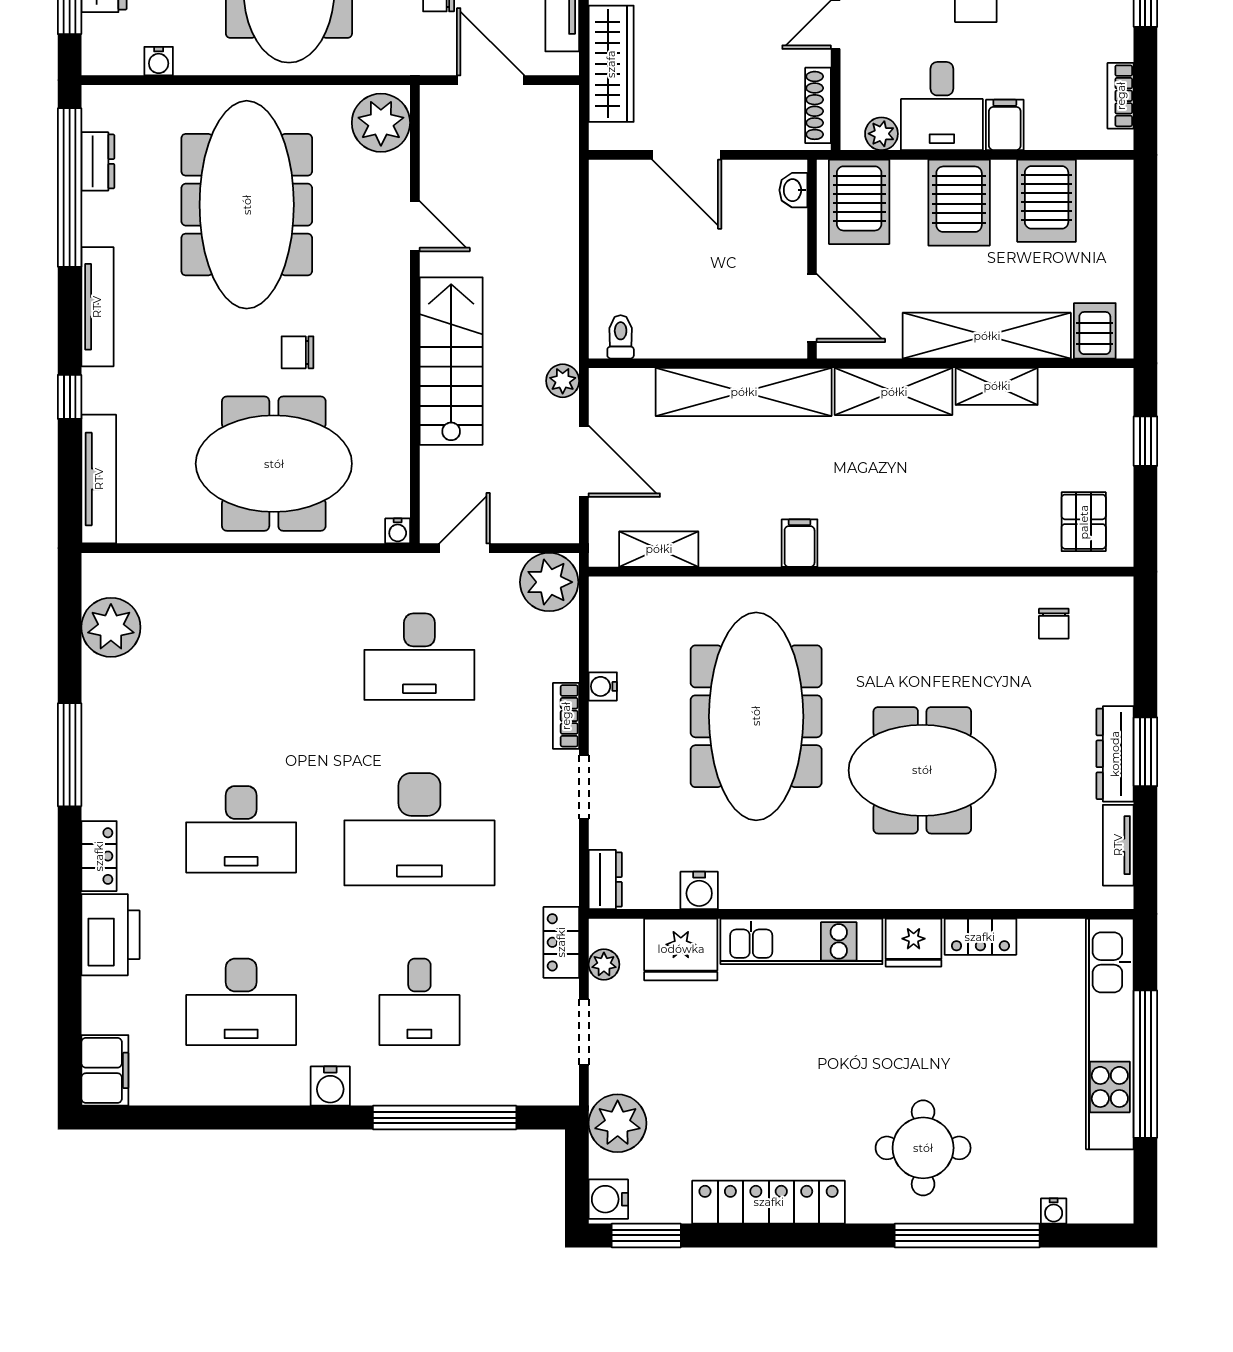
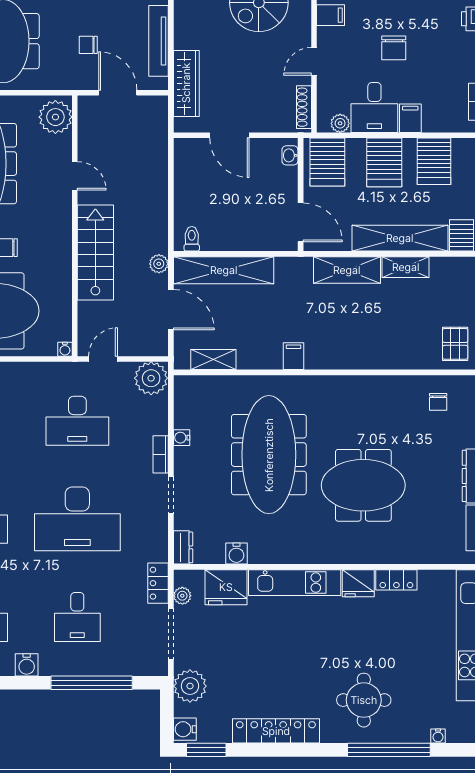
shelving: (744, 392) -> (224, 270), moved
doorway: (584, 1032) -> (171, 634), width x1.38

